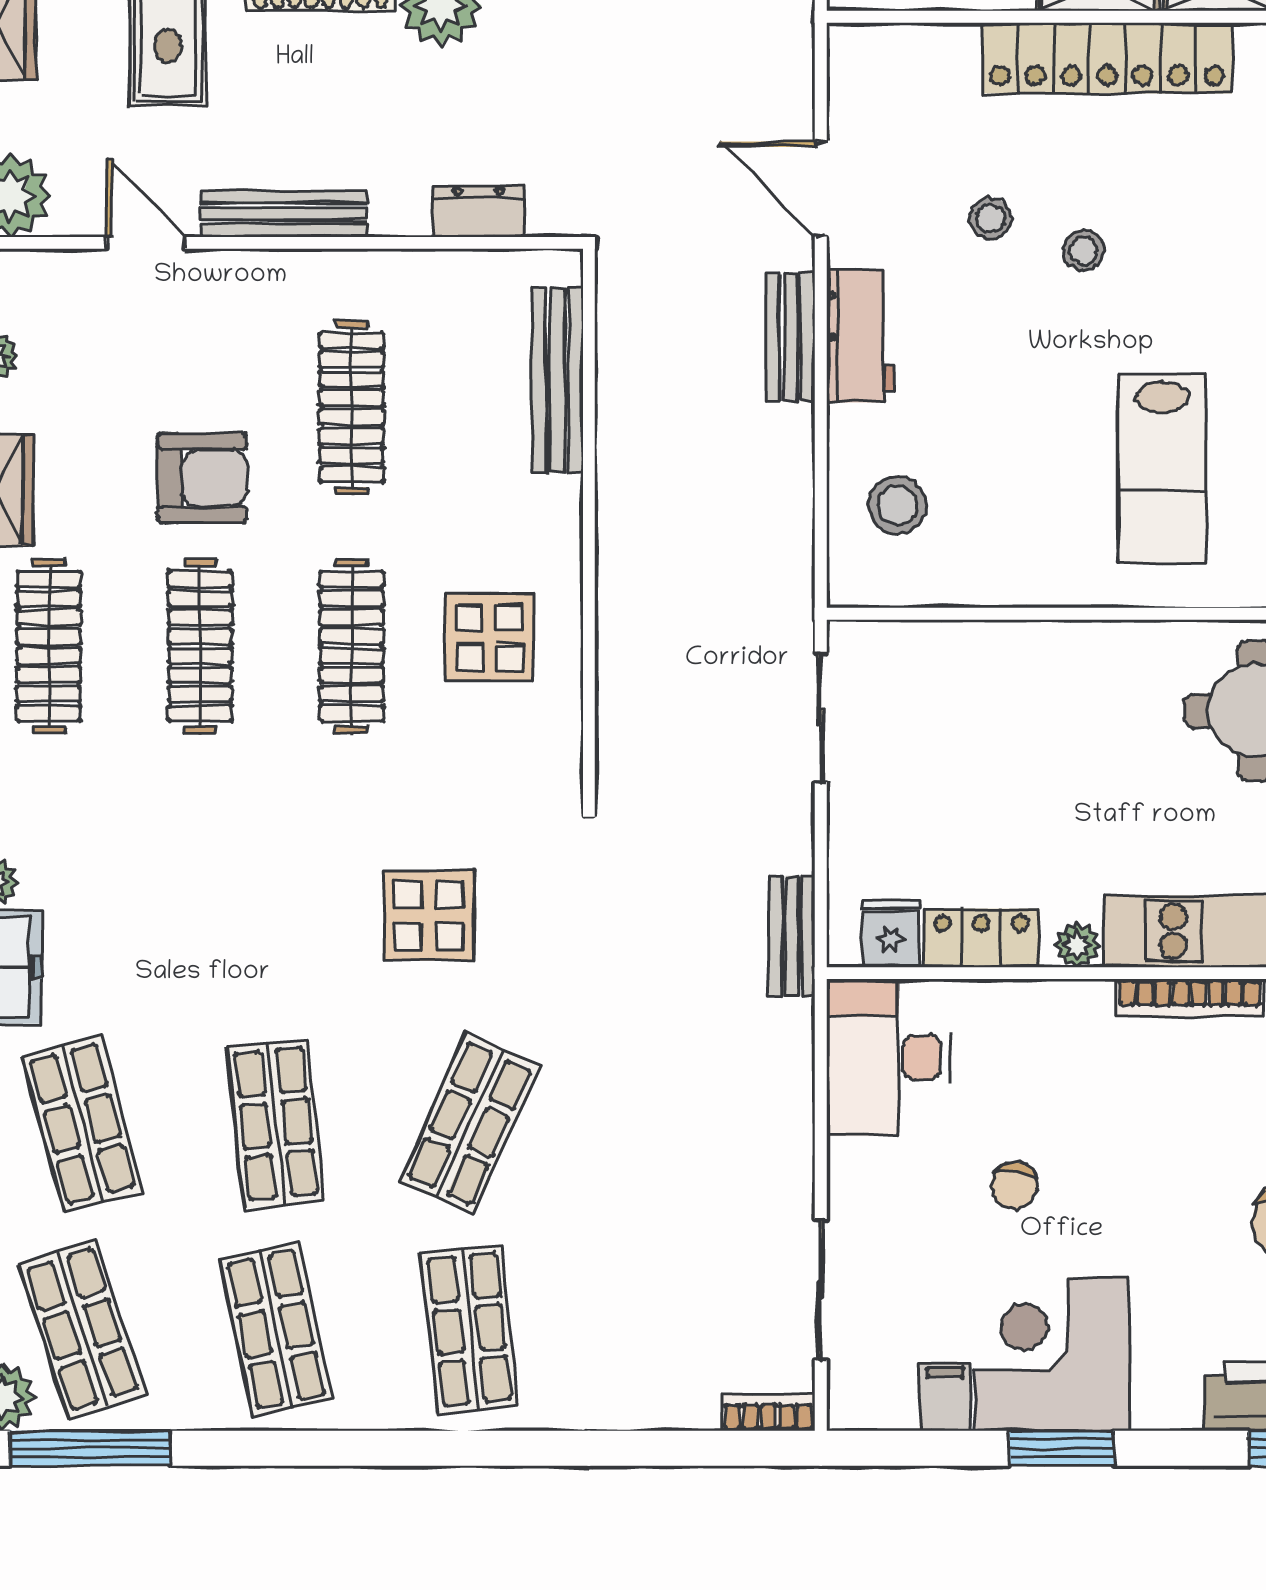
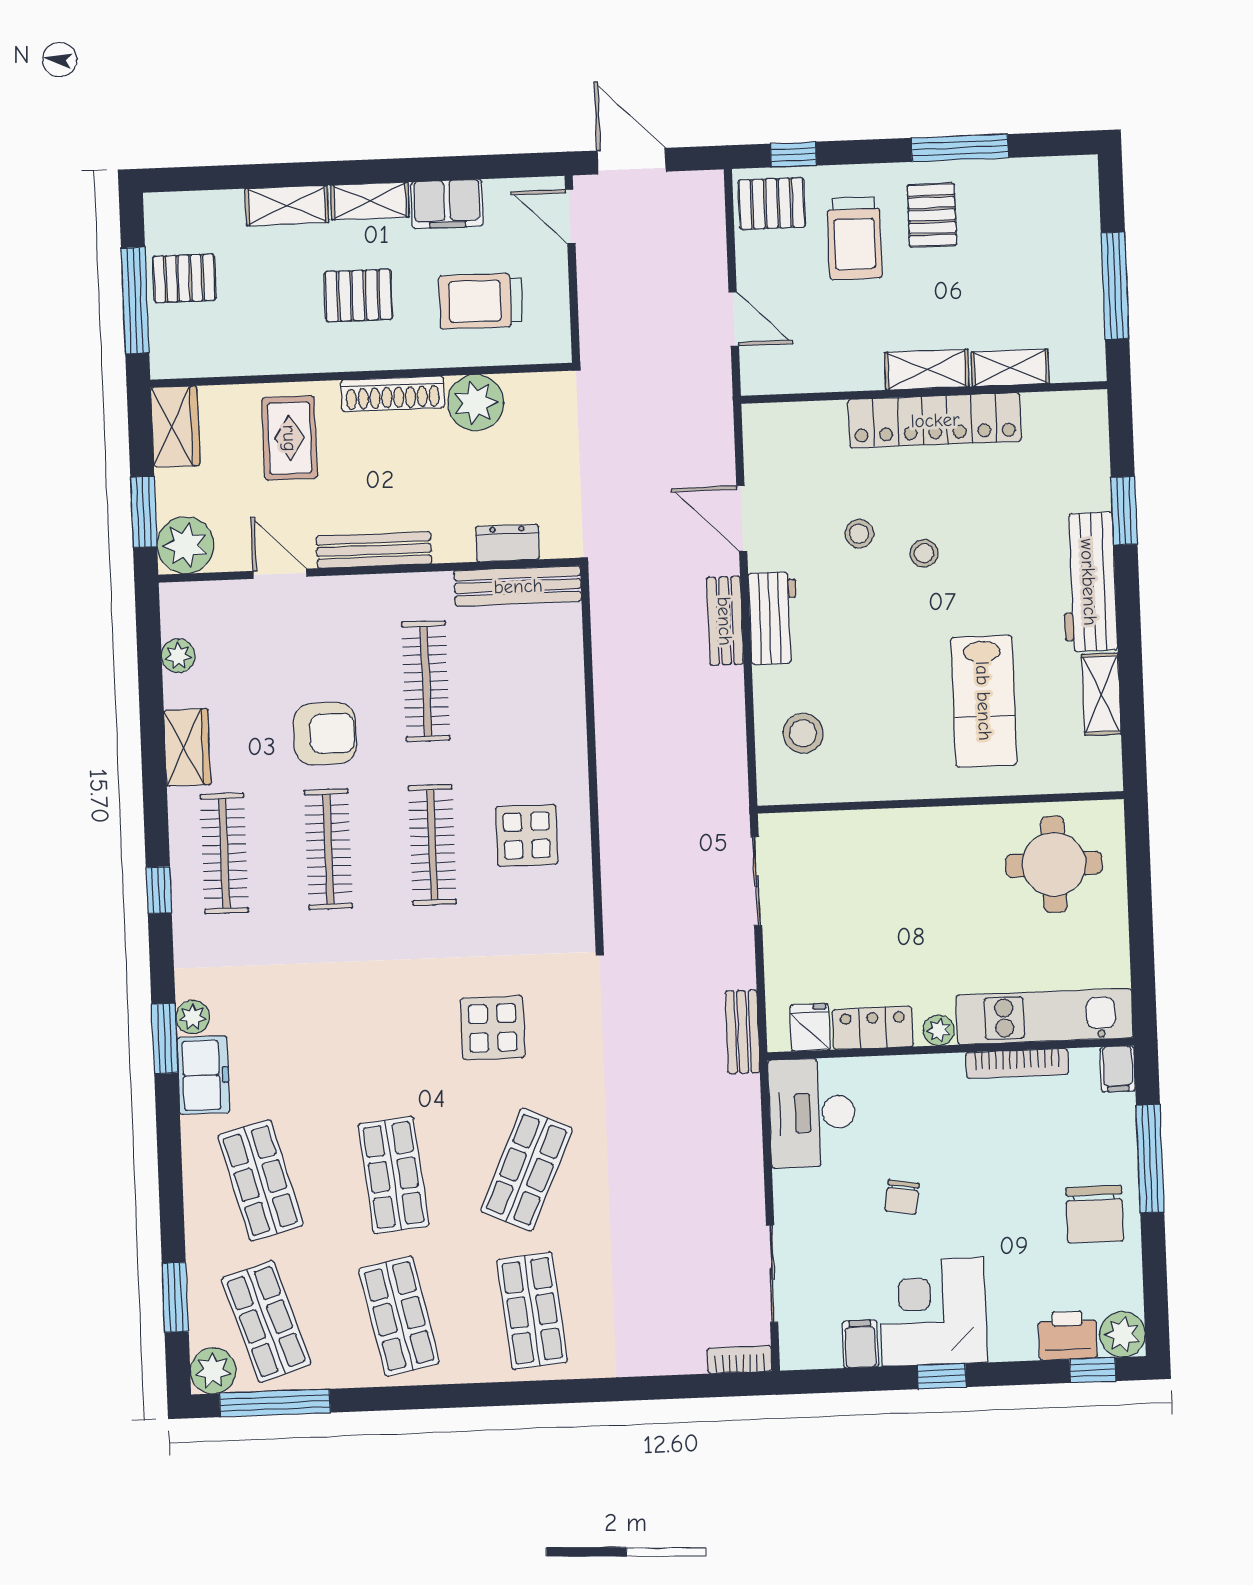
bench: (557, 380) -> (518, 586), moved, turned 90
window: (1061, 1448) -> (942, 1376), width x0.67

